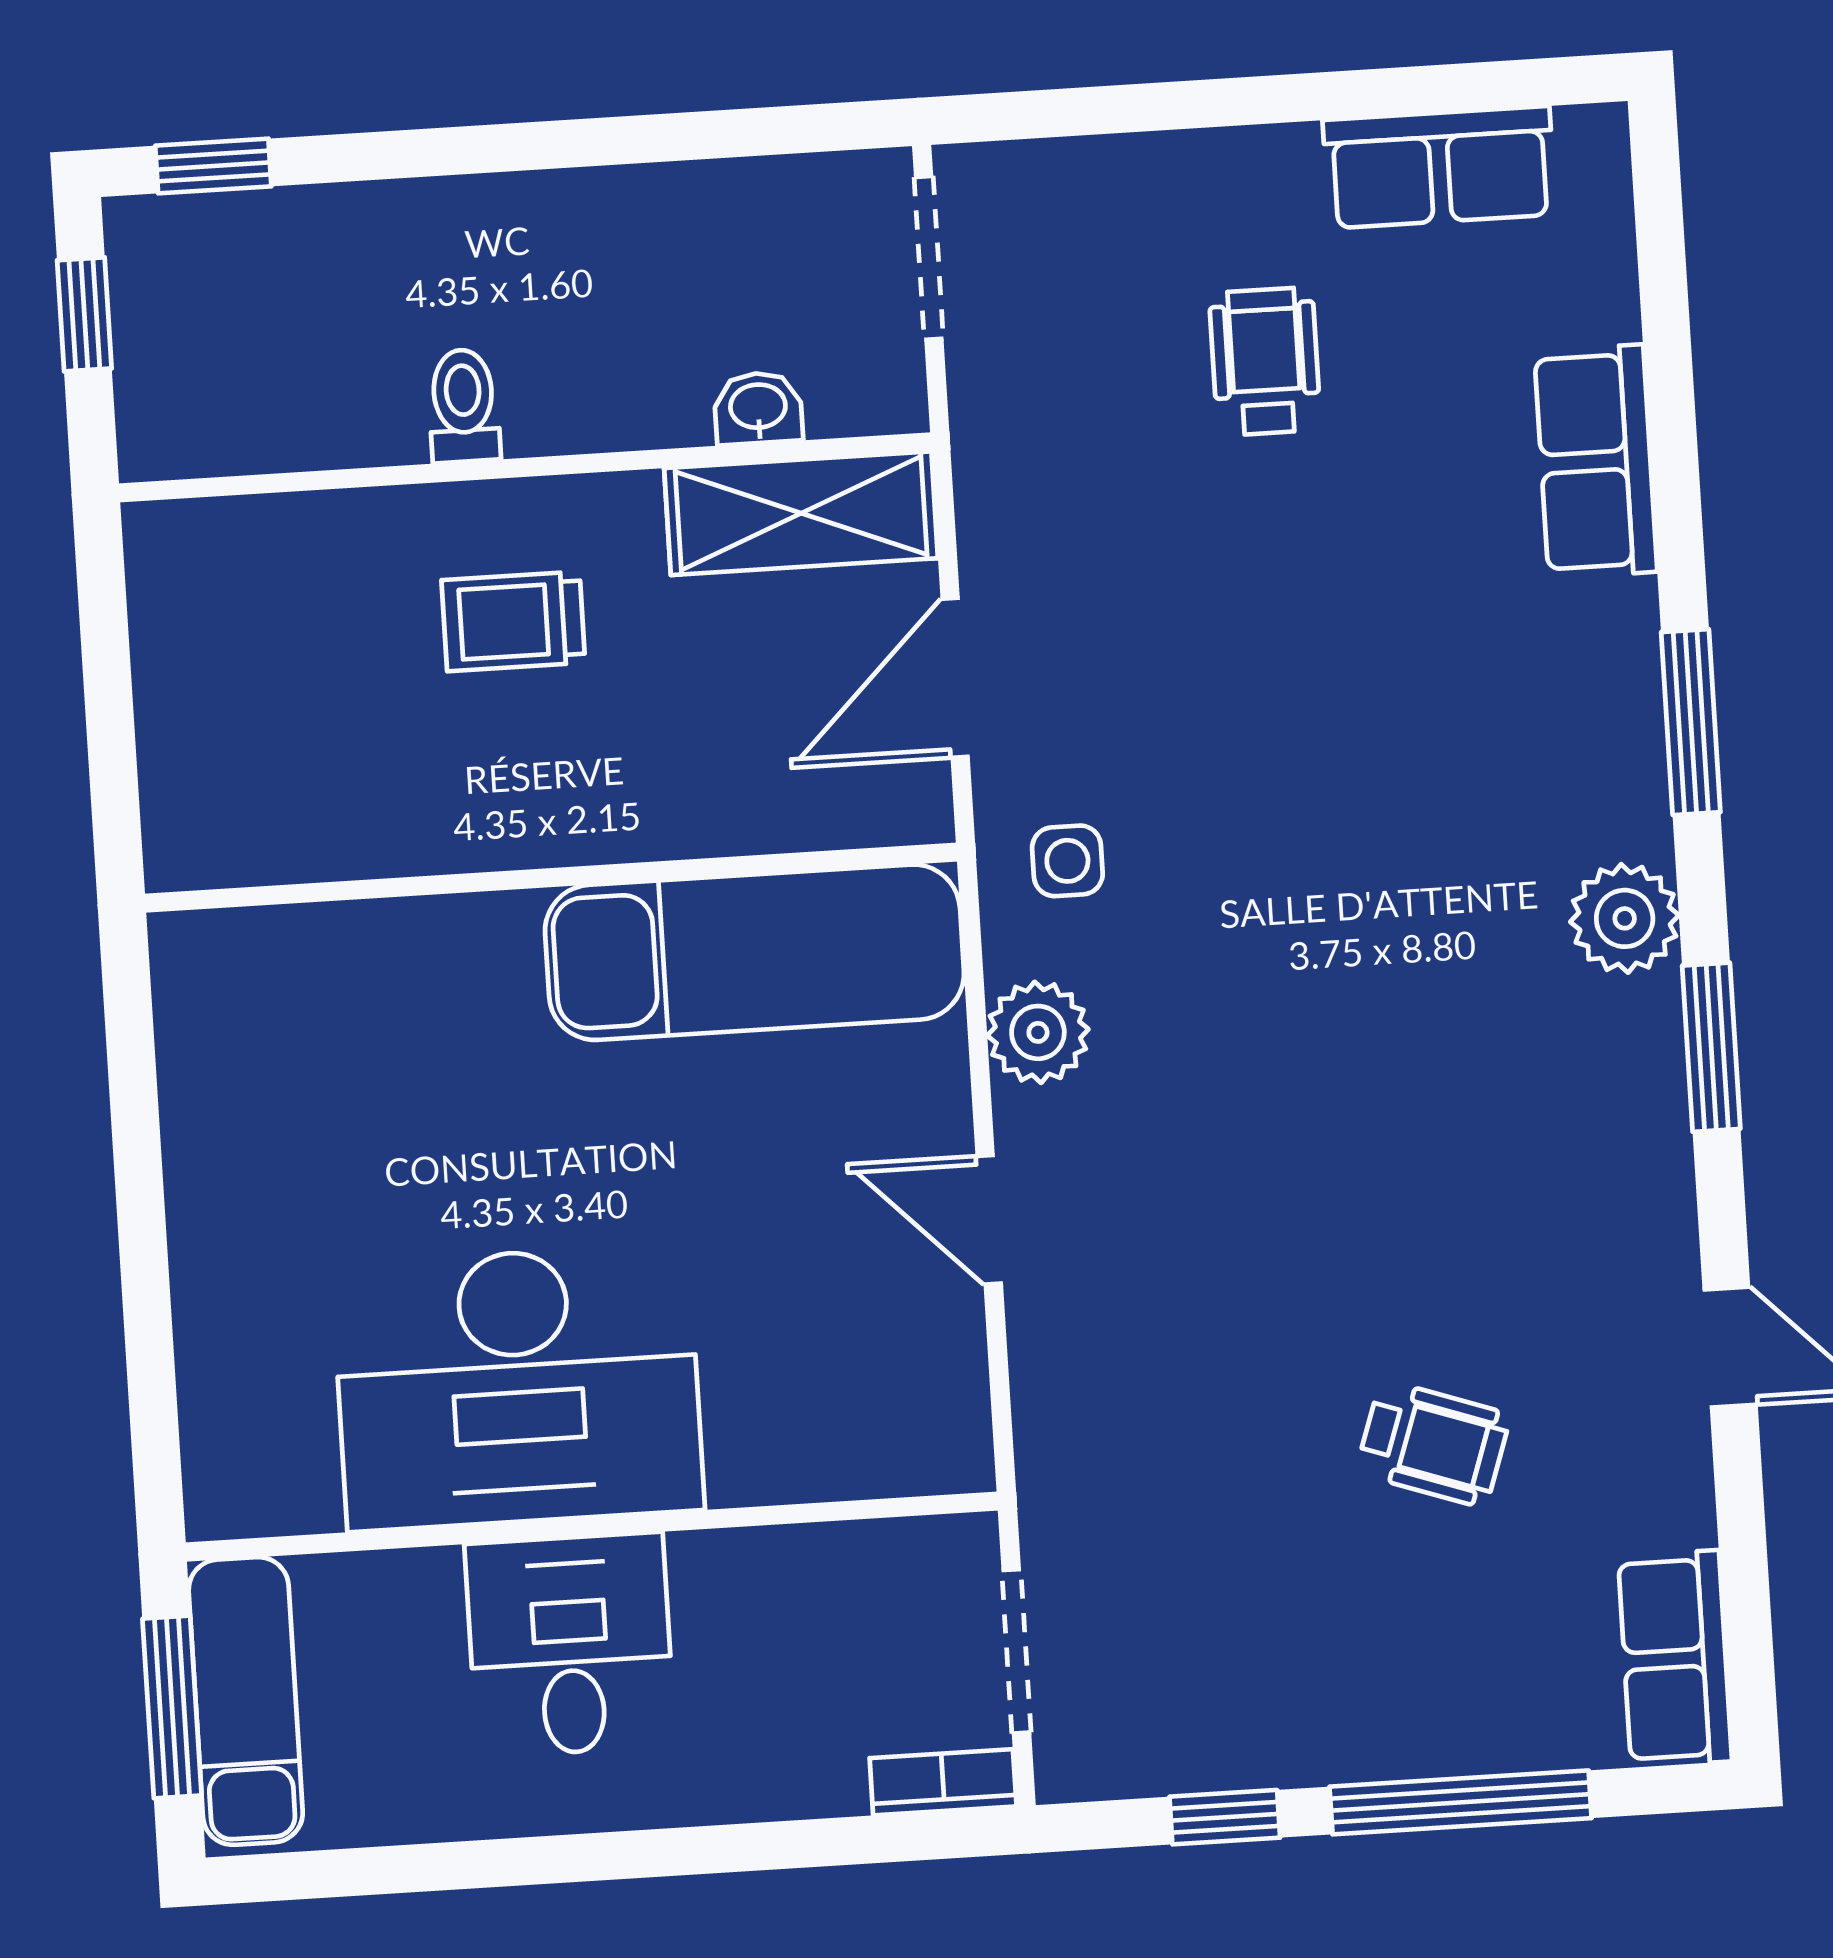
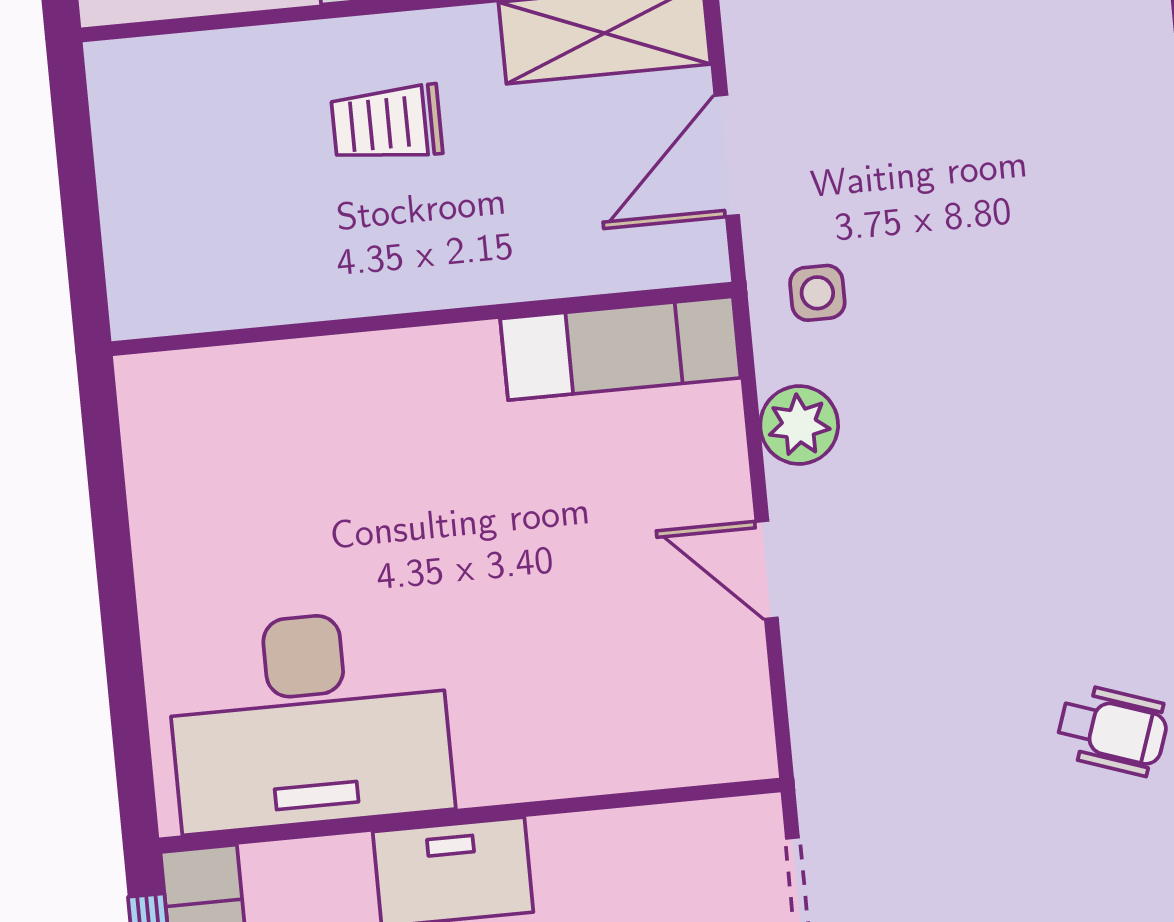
exam couch: (755, 952) -> (620, 348), width x0.73, depth x0.69
desk: (518, 1387) -> (309, 720), moved

